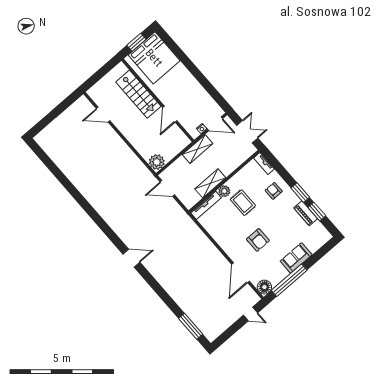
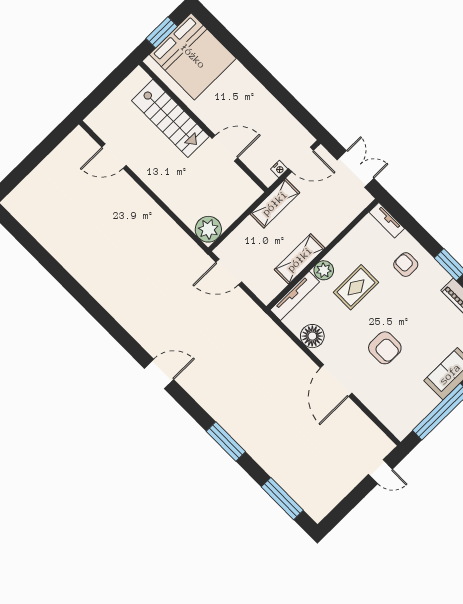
door: (170, 114) -> (225, 148), swing flipped
rug: (243, 203) -> (356, 287), turned 90
door: (131, 258) -> (159, 374), moved
door: (241, 273) -> (336, 380), moved
floor lamp: (264, 287) -> (312, 336), moved
window: (159, 290) -> (226, 441), added

